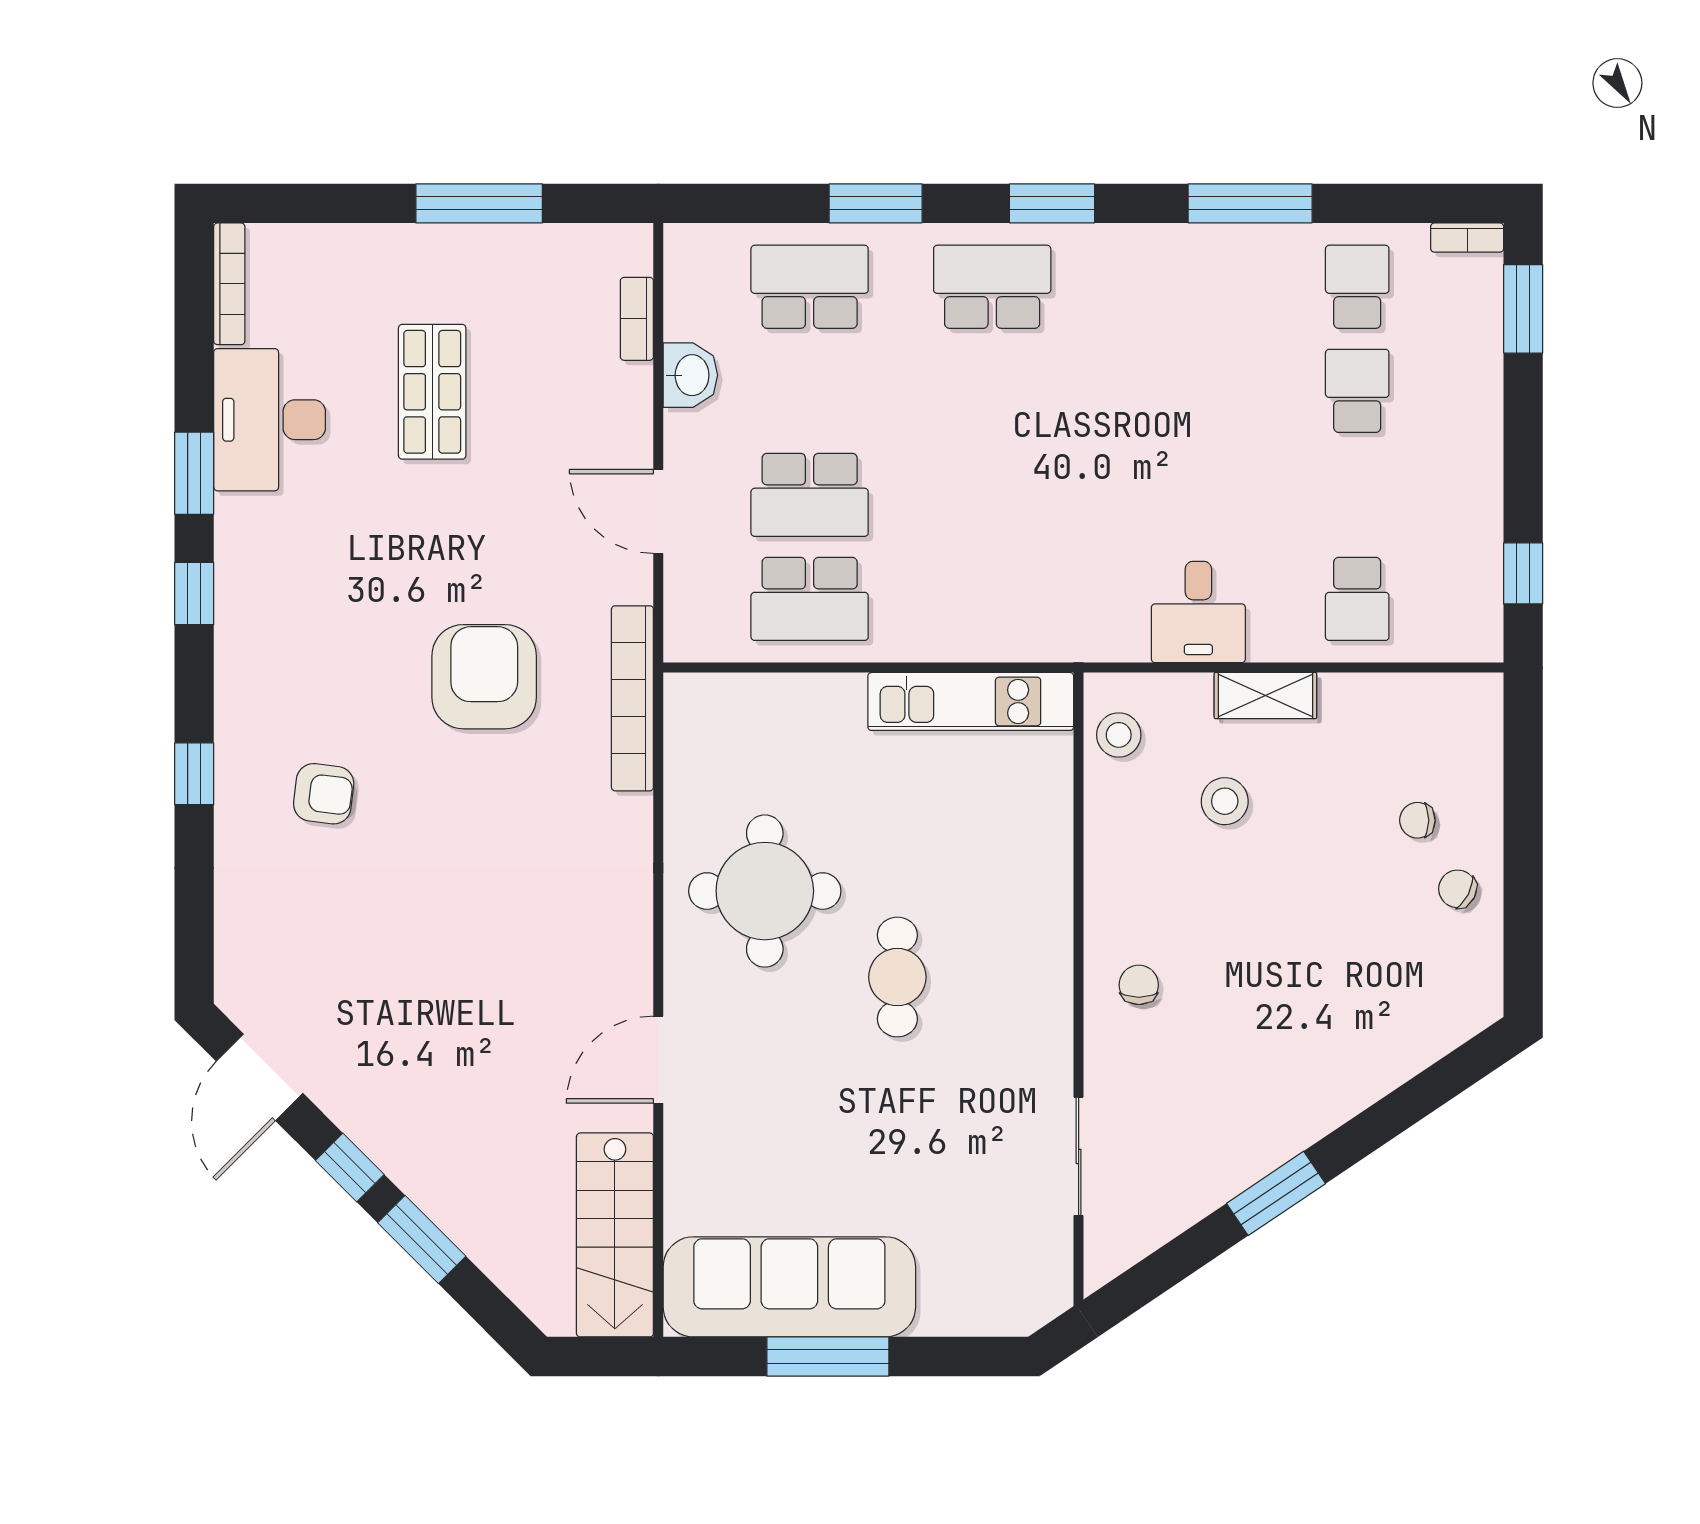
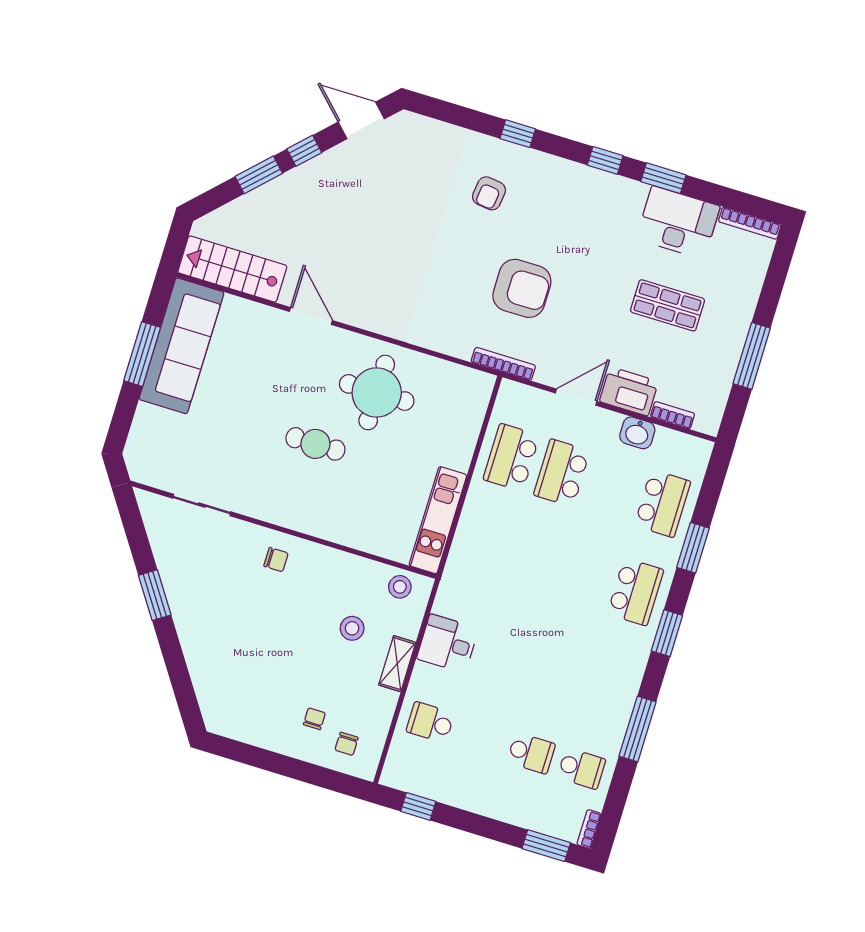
printer: (617, 415) -> (629, 391), added
bookcase: (632, 698) -> (503, 364), width x0.68, depth x0.76
chair: (1458, 889) -> (347, 744), moved, turned 153

